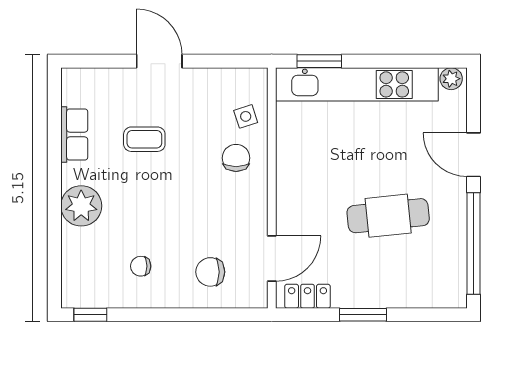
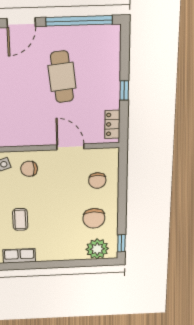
plant: (81, 206) -> (97, 249), moved
door: (272, 259) -> (70, 147), moved
chair: (141, 266) -> (94, 218), width x1.87, depth x1.87
window: (363, 315) -> (124, 90), width x0.67

